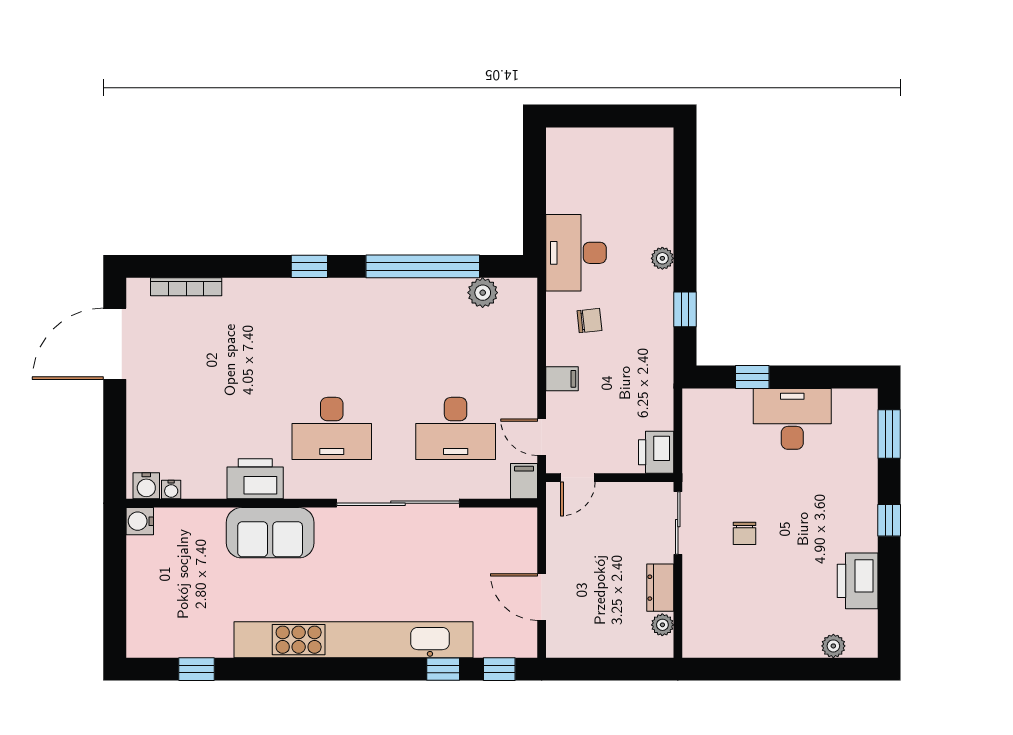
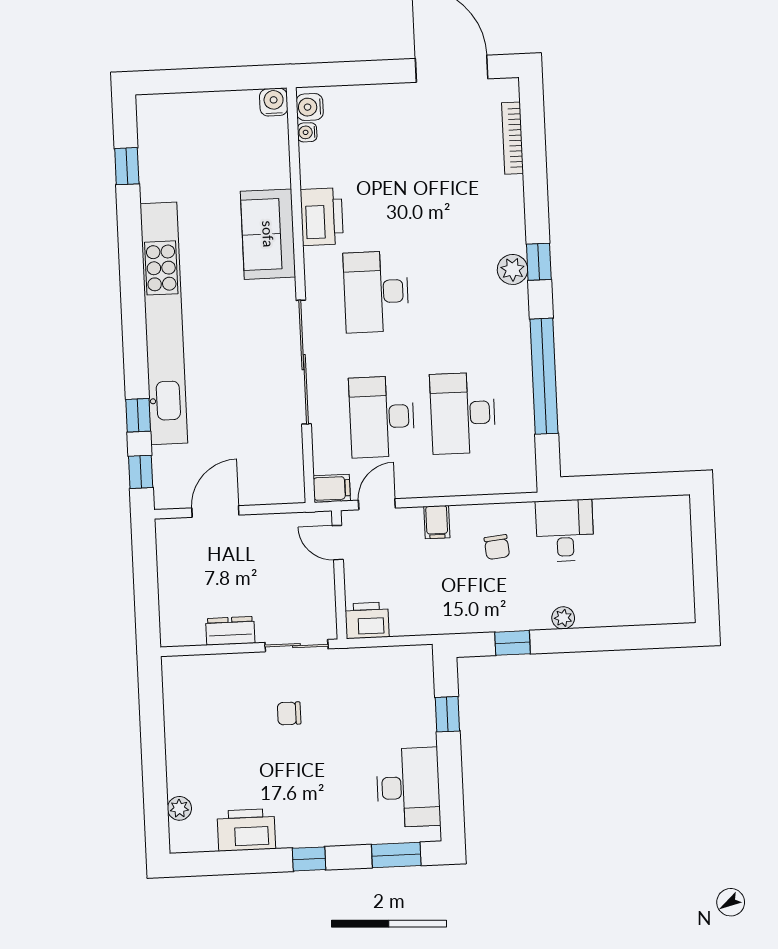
desk: (576, 253) -> (565, 530), width x0.73
plant: (483, 293) -> (513, 269), moved
desk: (456, 348) -> (463, 413), added
desk: (792, 419) -> (408, 787), moved
plant: (662, 625) -> (193, 635), removed

